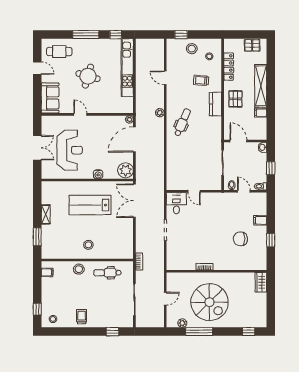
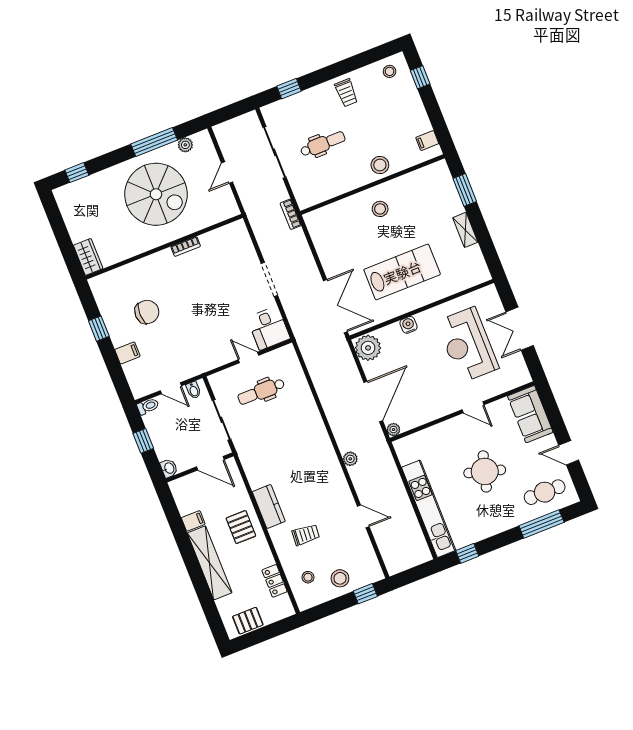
window: (86, 35) -> (541, 524), moved
locker: (229, 67) -> (275, 581), width x0.66
dental chair: (182, 122) -> (261, 391), moved, turned 67
dental chair: (107, 273) -> (323, 144), moved
spiral stairs: (209, 302) -> (156, 194), turned 180

